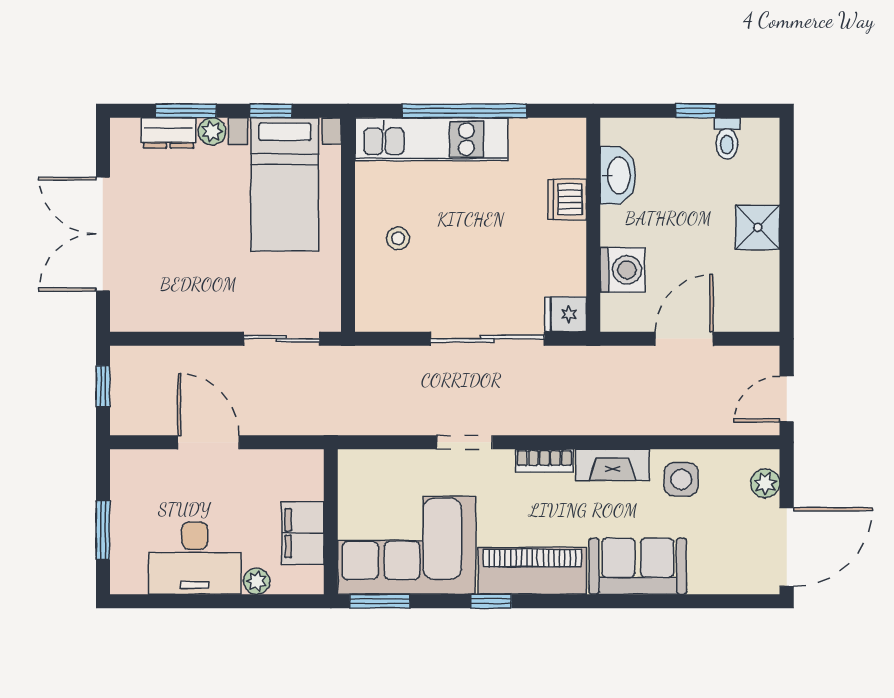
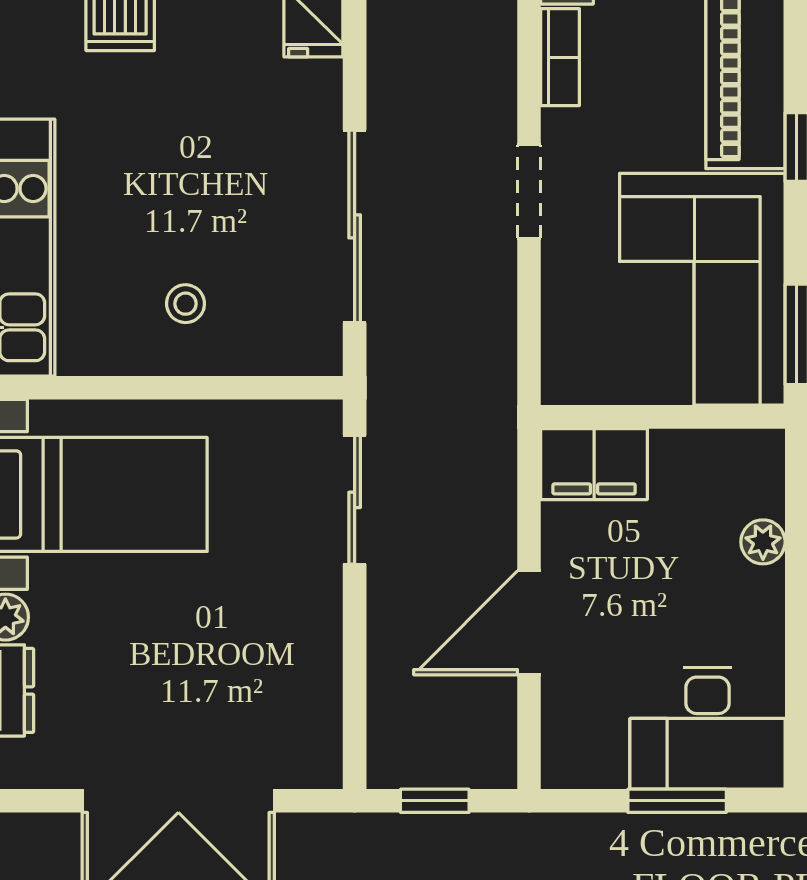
sliding door: (487, 339) -> (355, 226), moved
filing cabinet: (303, 533) -> (594, 464), moved
desk: (195, 558) -> (707, 728), moved, turned 90

